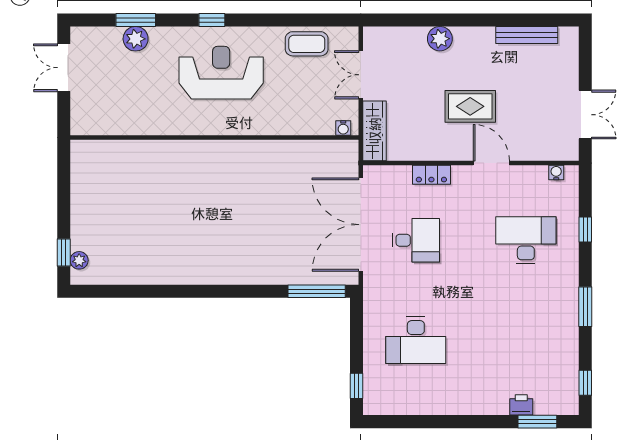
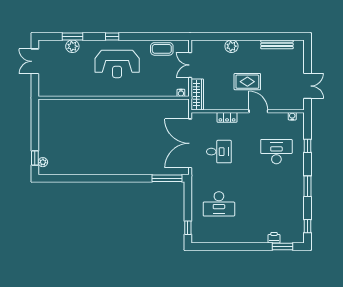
reception desk: (221, 73) -> (117, 64), turned 180

